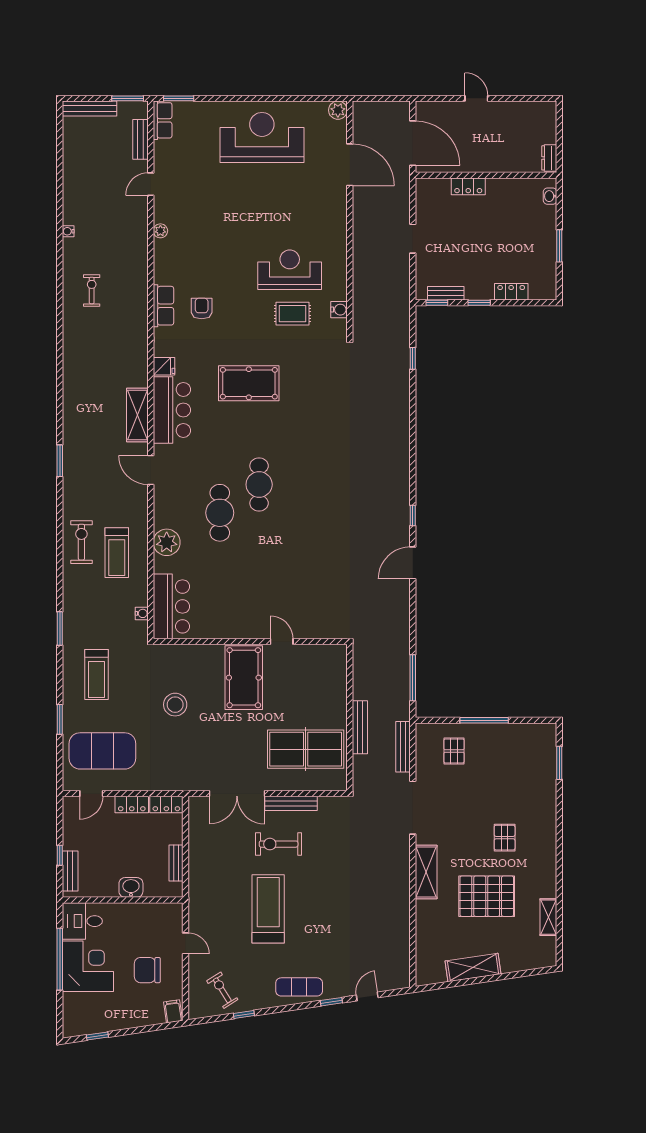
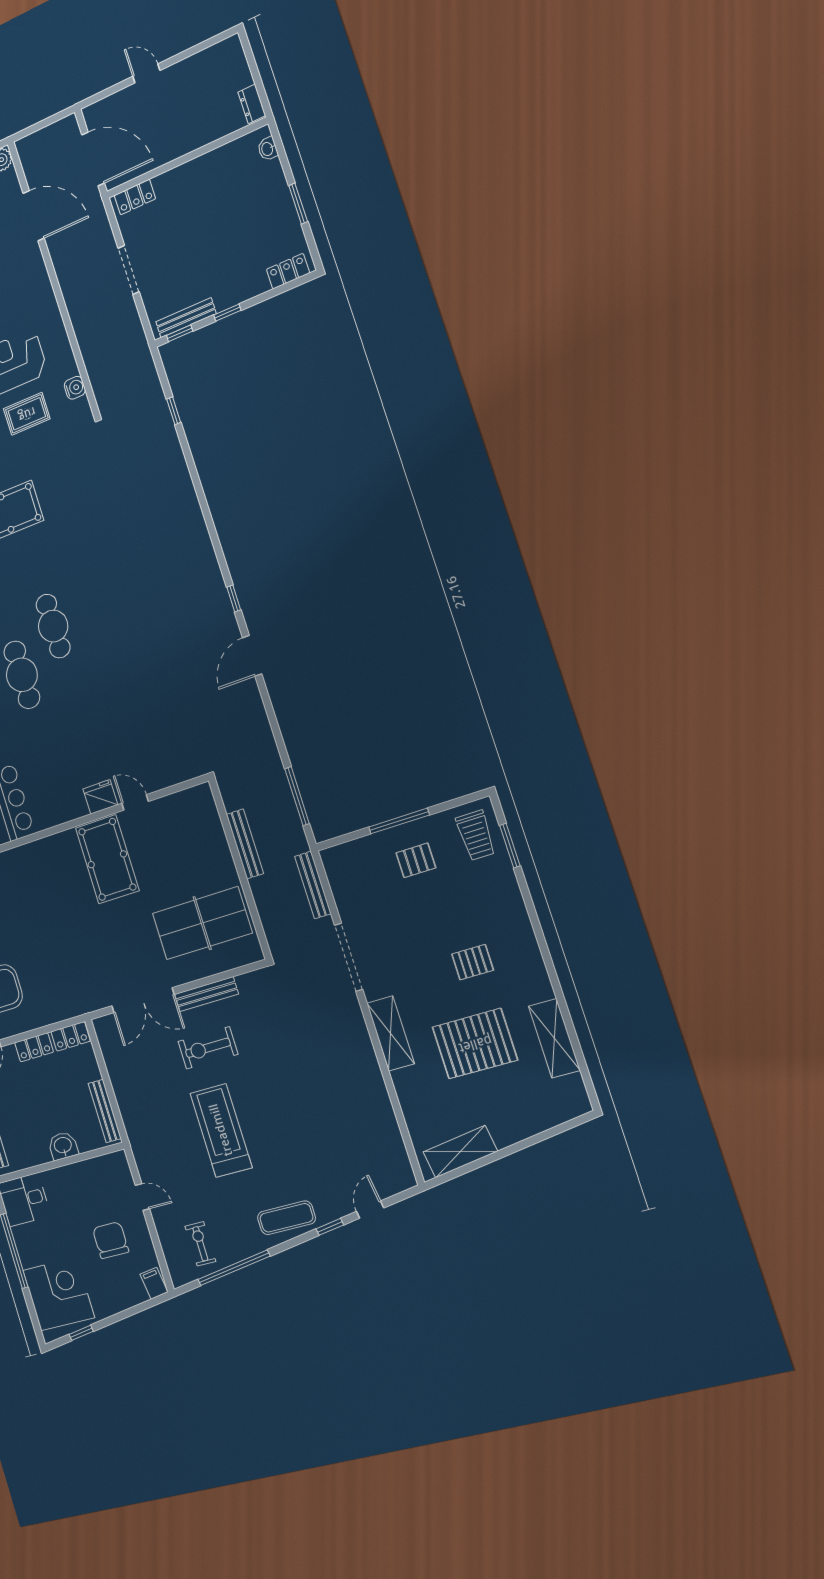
locker: (468, 186) -> (135, 197), moved
doorway: (413, 239) -> (129, 270), width x1.38
locker: (511, 292) -> (288, 271), moved
bench: (446, 293) -> (186, 318), width x1.36
fridge: (254, 628) -> (100, 797), added
stool: (175, 705) -> (44, 915), removed
bench: (360, 727) -> (245, 844), moved
trolley: (537, 748) -> (476, 835), added
pallet: (454, 751) -> (416, 860), moved, turned 90
pallet: (505, 838) -> (473, 962), turned 90
bench: (176, 863) -> (105, 1111), width x1.36
shelving: (548, 917) -> (554, 1038), width x1.50, depth x1.33
corner desk: (88, 966) -> (59, 1294), moved
shelving: (473, 968) -> (460, 1152), moved
chair: (147, 970) -> (111, 1240), turned 90
exercise bike: (222, 990) -> (200, 1244), turned 32
window: (244, 1015) -> (234, 1268), width x3.17

